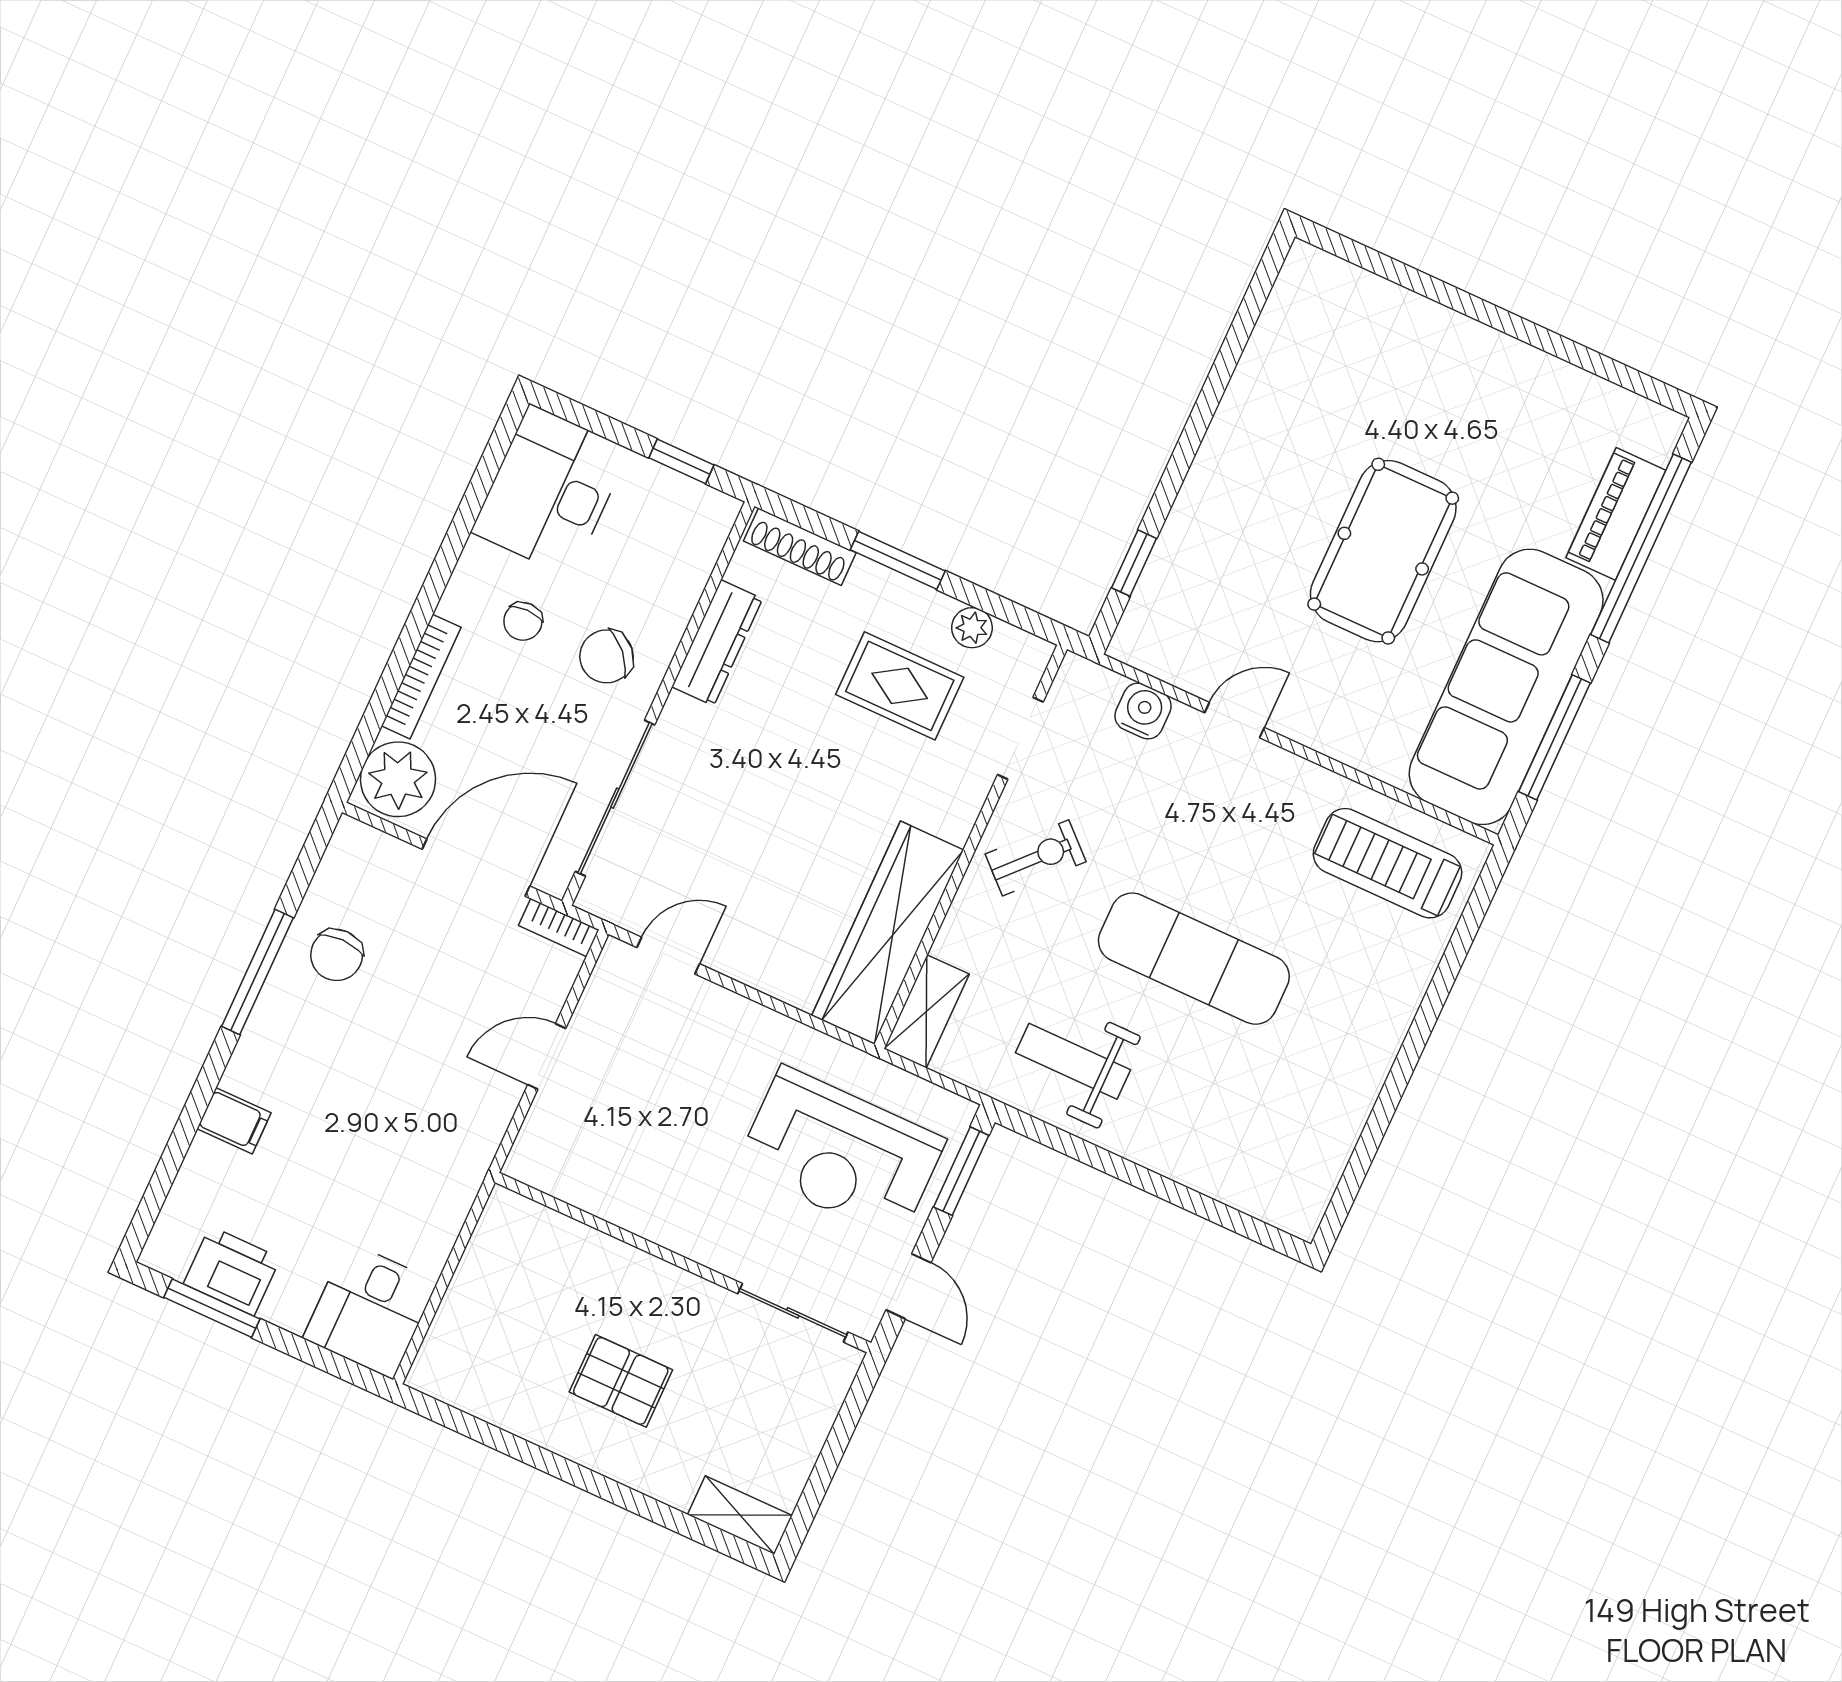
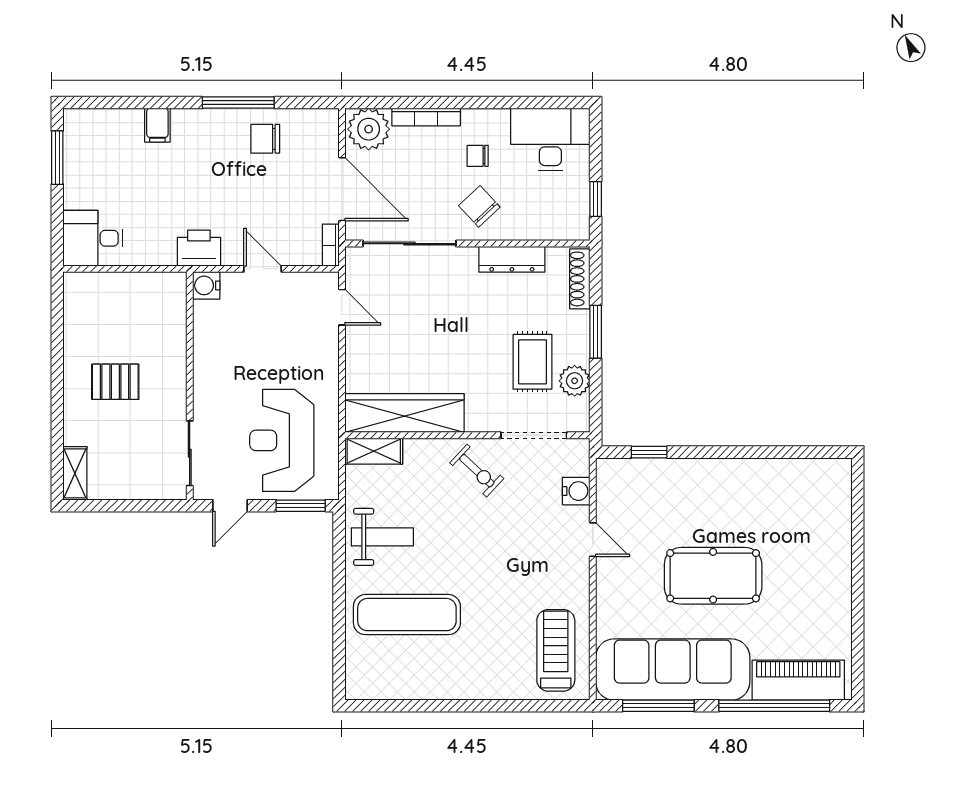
piano: (1616, 514) -> (798, 680), width x1.37, depth x1.33
plant: (972, 628) -> (575, 381), width x1.38, depth x1.38
doorway: (1020, 738) -> (534, 435), width x1.38
exercise mat: (1194, 959) -> (407, 615), moved, turned 90
weight bench: (1073, 1061) -> (382, 537), turned 90
water cooler: (532, 1161) -> (206, 285), added
printer: (232, 1271) -> (199, 248), moved, turned -90
pallet: (621, 1381) -> (115, 382), turned 90

